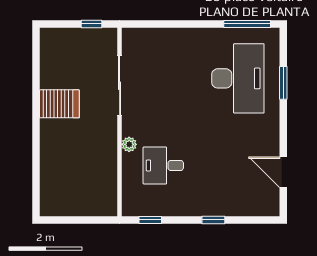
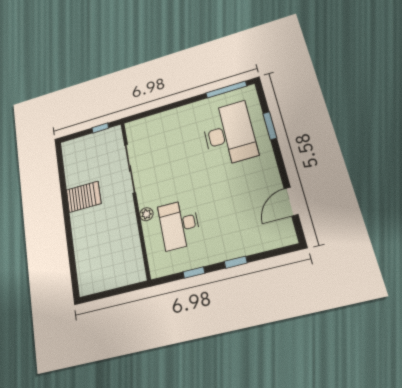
desk: (163, 165) -> (179, 224), width x1.37
door: (283, 172) -> (291, 202), hinge flipped
window: (150, 220) -> (194, 272), moved

